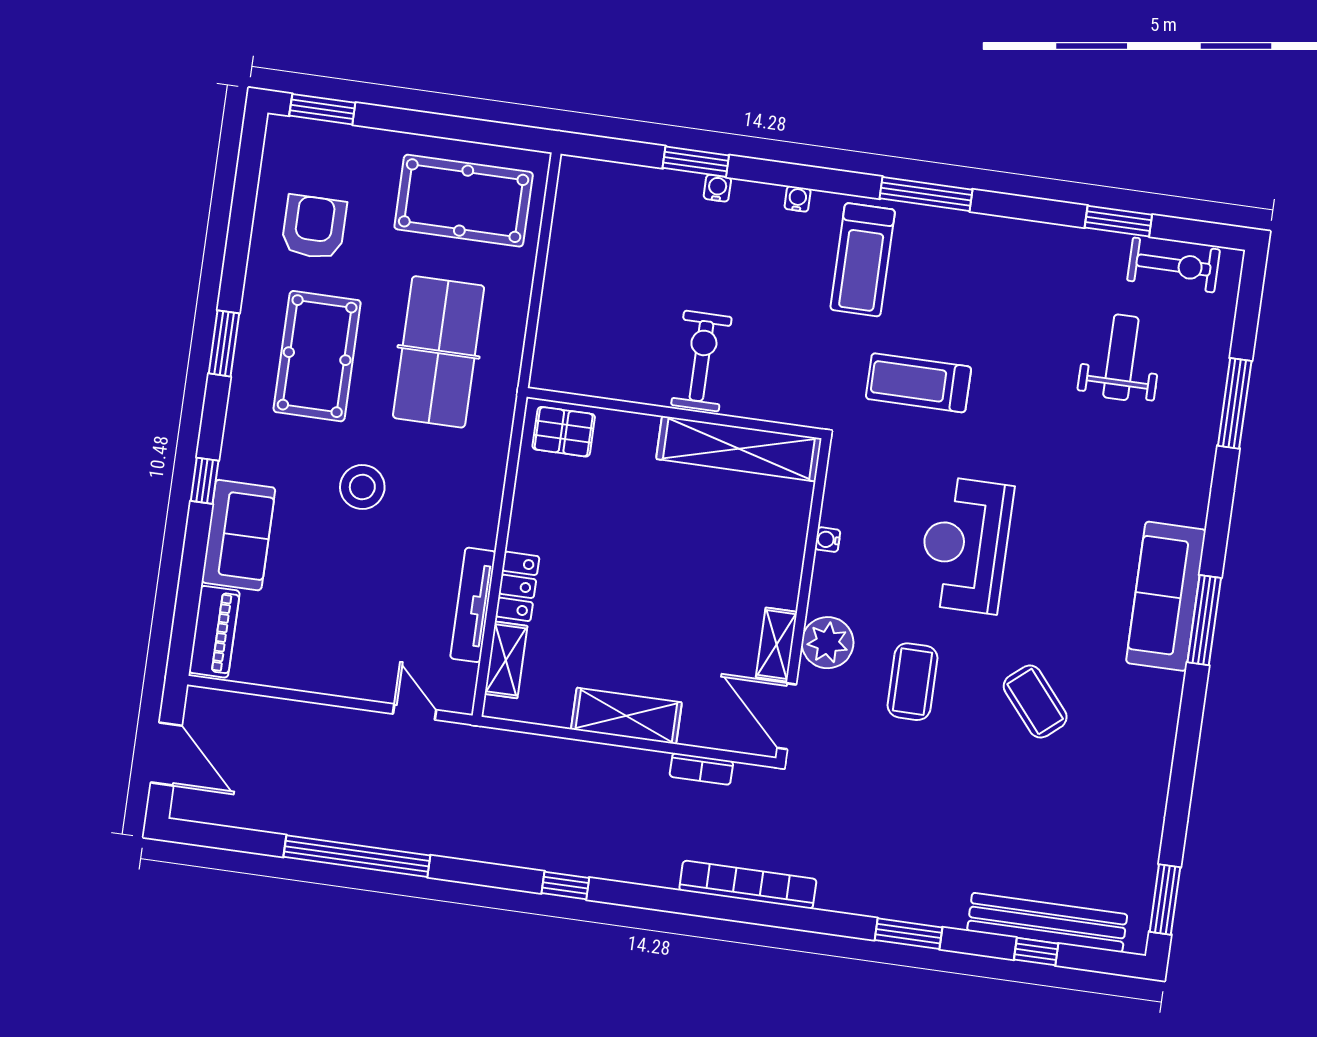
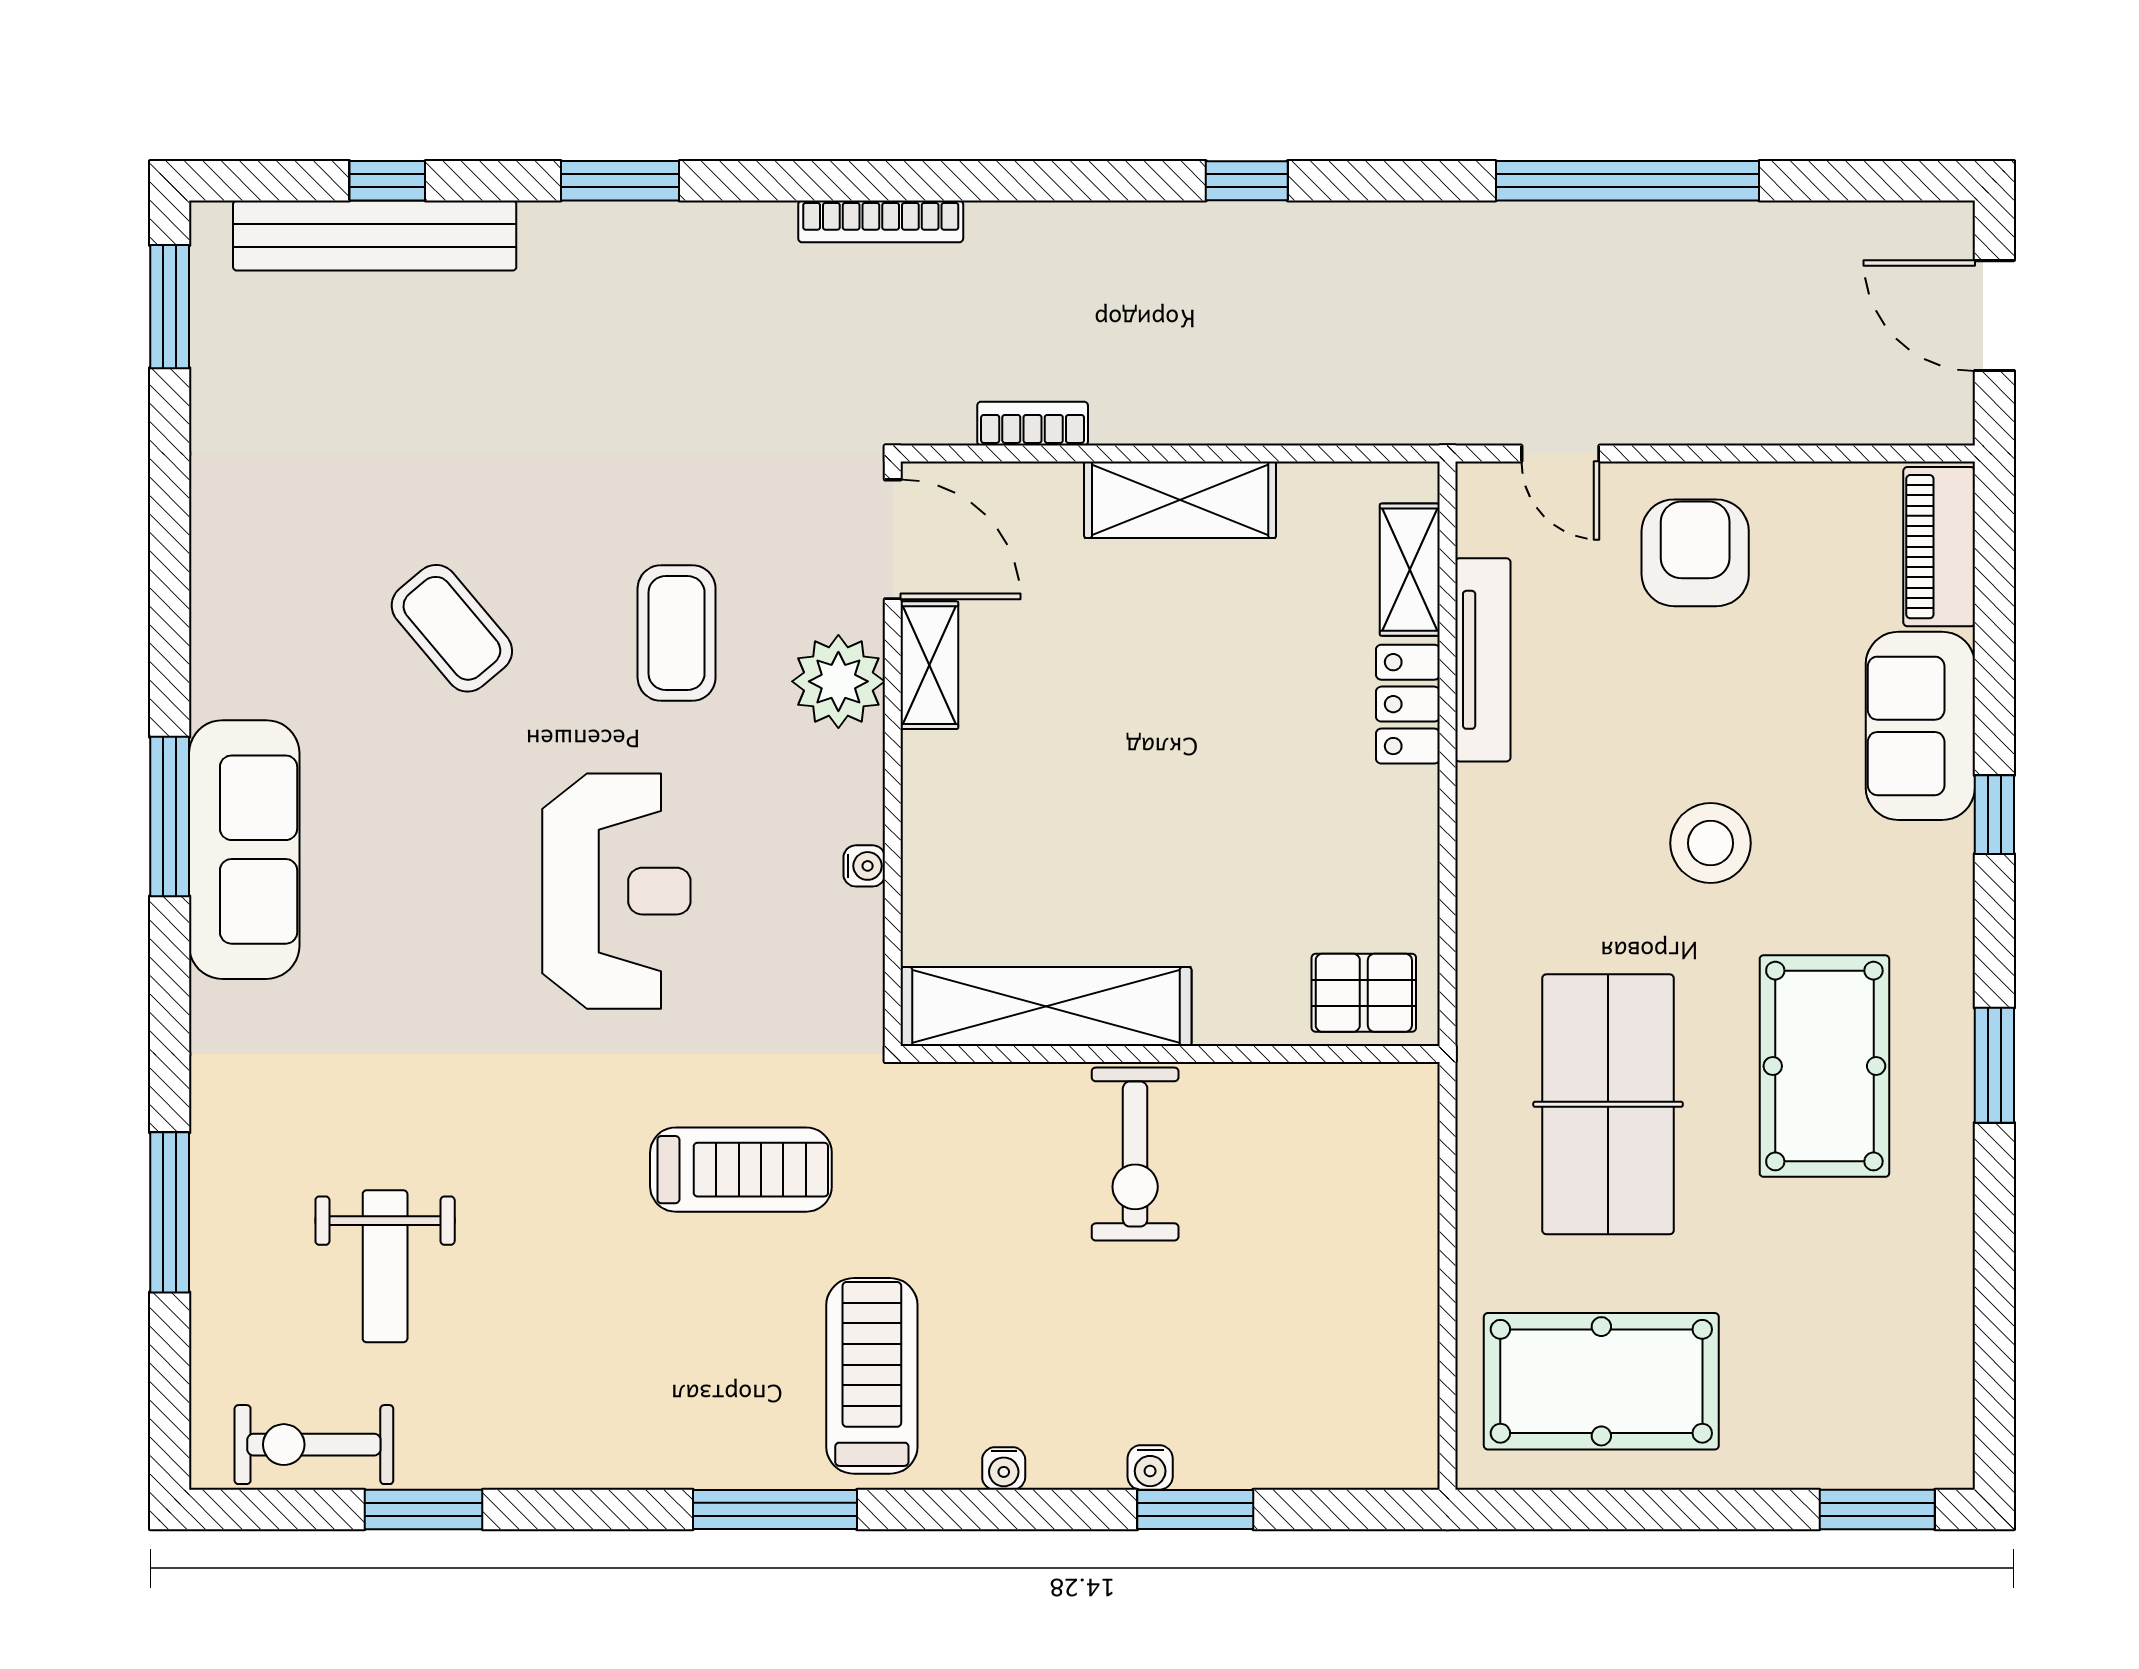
armchair: (314, 227) -> (1695, 553), moved, turned 180
bookcase: (748, 885) -> (881, 221), width x0.68, depth x0.76

